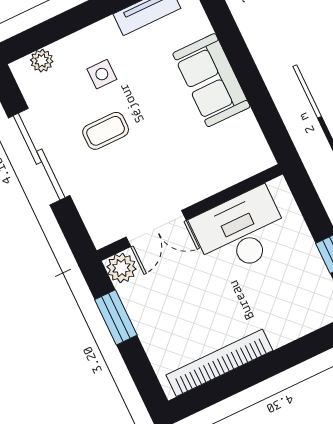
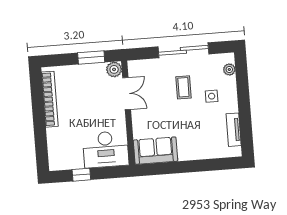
sofa: (211, 80) -> (155, 151), moved
double door: (156, 228) -> (127, 94), swing flipped
desk: (241, 232) -> (106, 149), moved, turned 90

